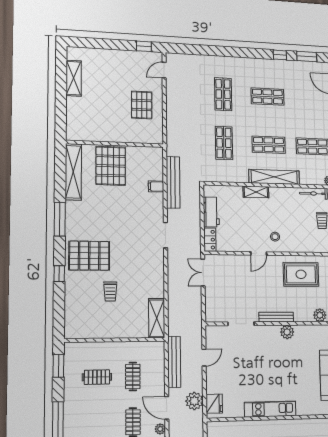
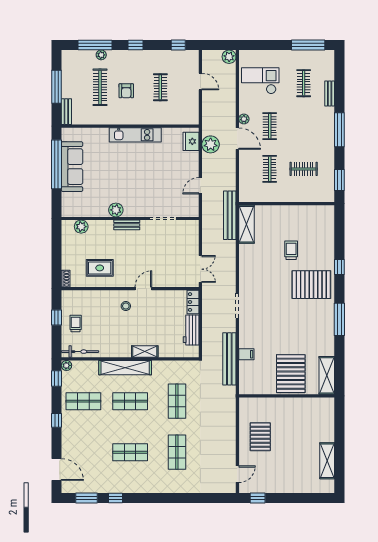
shelving: (73, 172) -> (327, 375), width x0.68
rug: (301, 274) -> (100, 268), width x0.73, depth x0.70
bench: (276, 317) -> (127, 225), width x0.73
bench: (174, 362) -> (230, 215), moved

